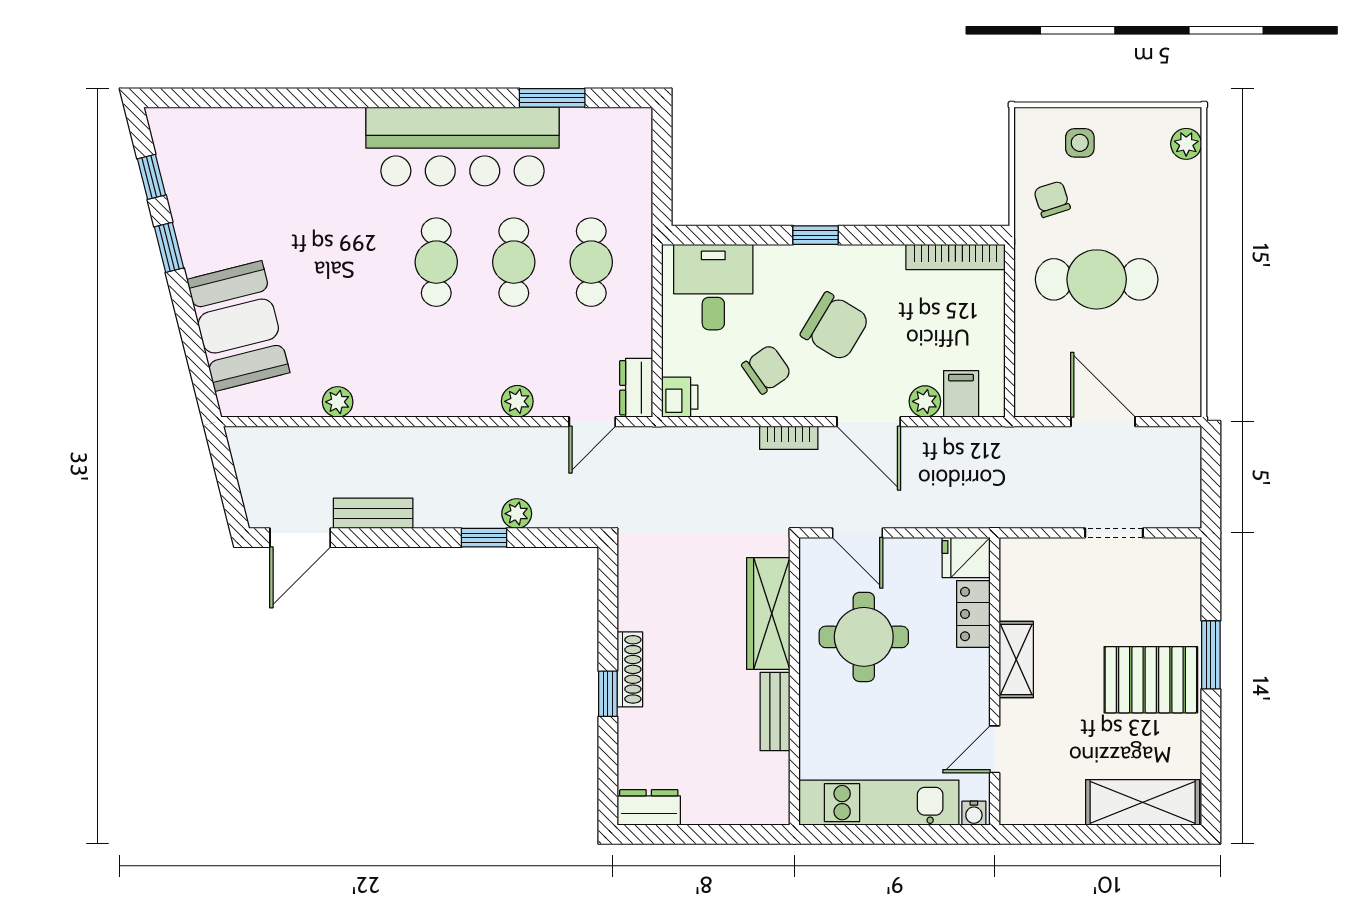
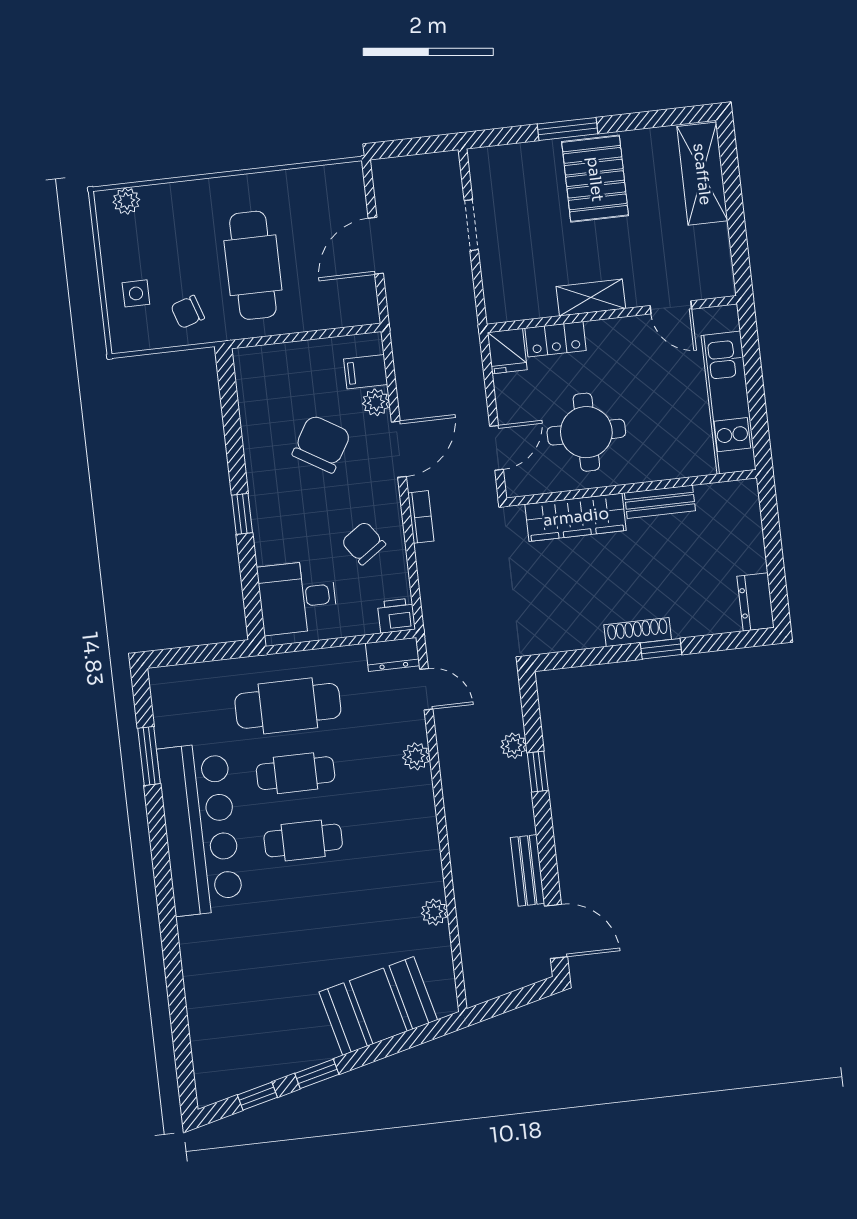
bookcase: (955, 257) -> (247, 390), removed
cafe table: (591, 262) -> (288, 706), width x1.37, depth x1.35
chair: (835, 326) -> (322, 444), moved
water cooler: (974, 813) -> (728, 319), removed

